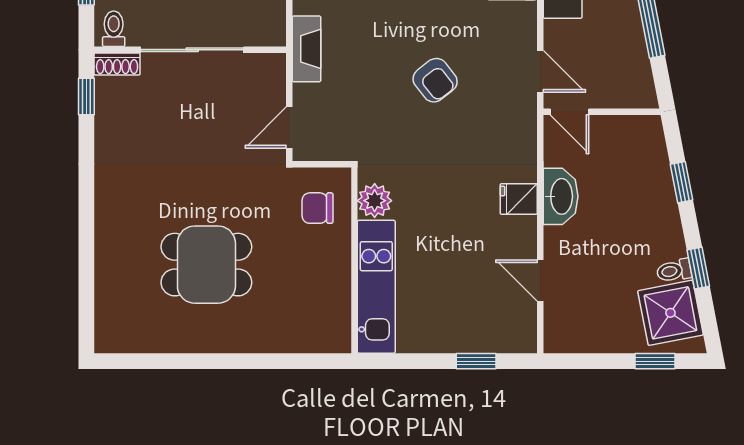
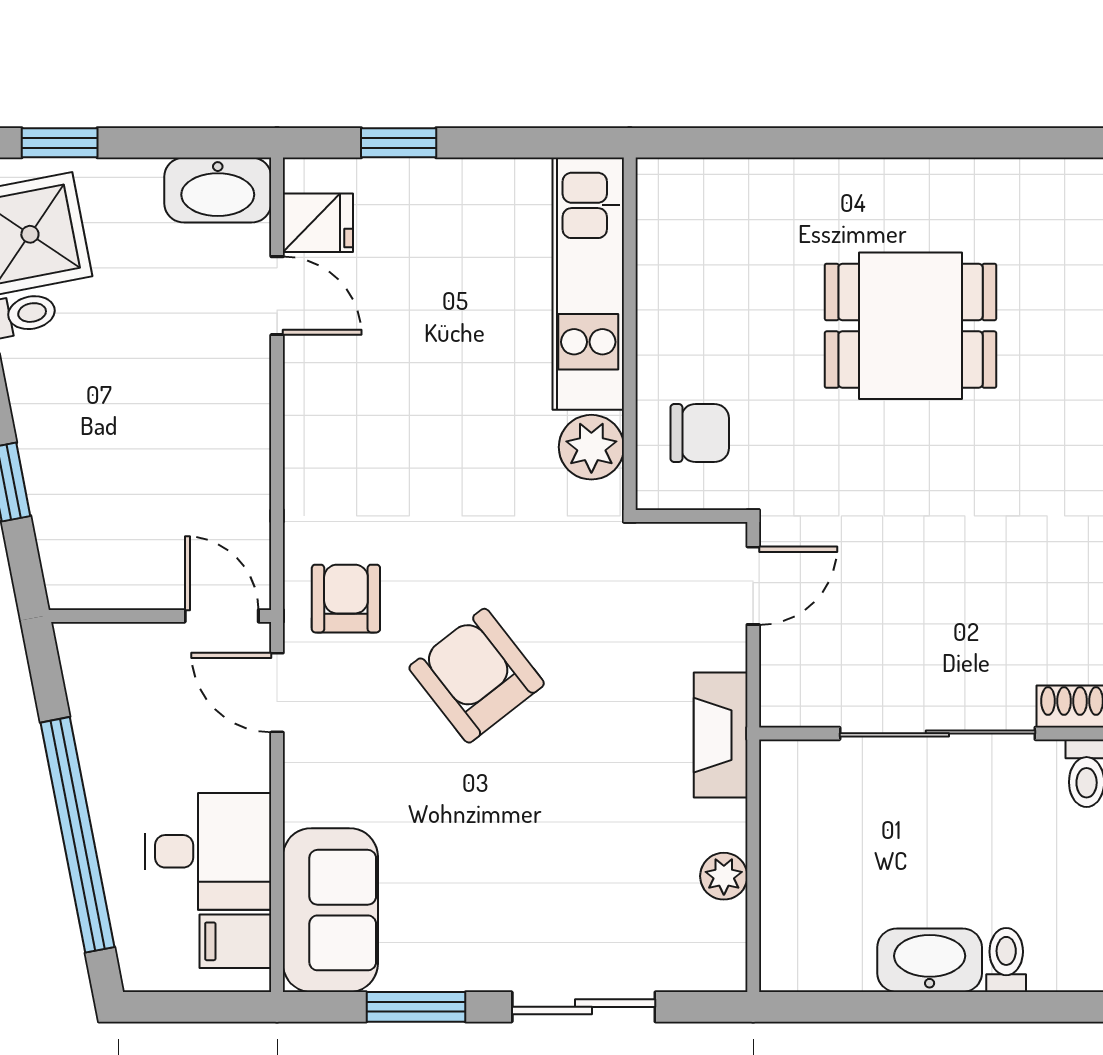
armchair: (435, 80) -> (477, 676), width x1.38, depth x1.38
armchair: (504, 121) -> (346, 599), added
washbasin: (561, 196) -> (218, 190), moved, turned -90
fridge: (519, 199) -> (318, 223), moved

